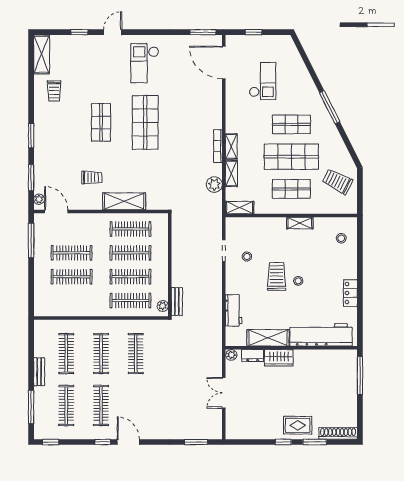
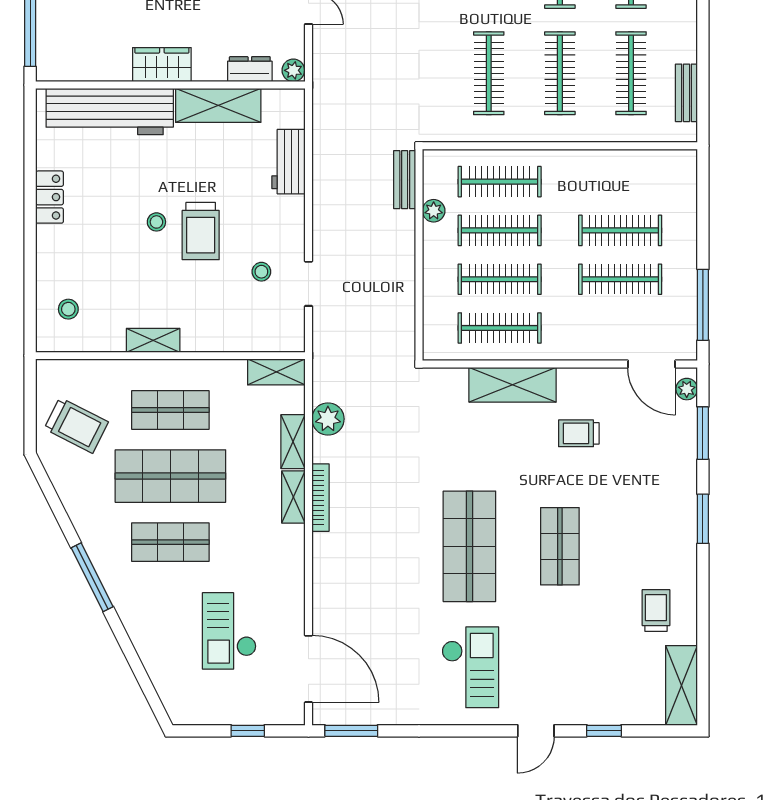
plant: (163, 306) -> (434, 211), moved
wardrobe: (279, 358) -> (162, 65), moved
bench: (39, 372) -> (686, 93), moved

